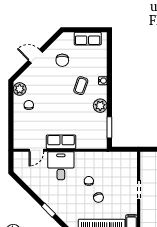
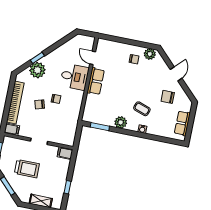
filing cabinet: (146, 159) -> (65, 153), added
plant: (62, 207) -> (37, 70), added

